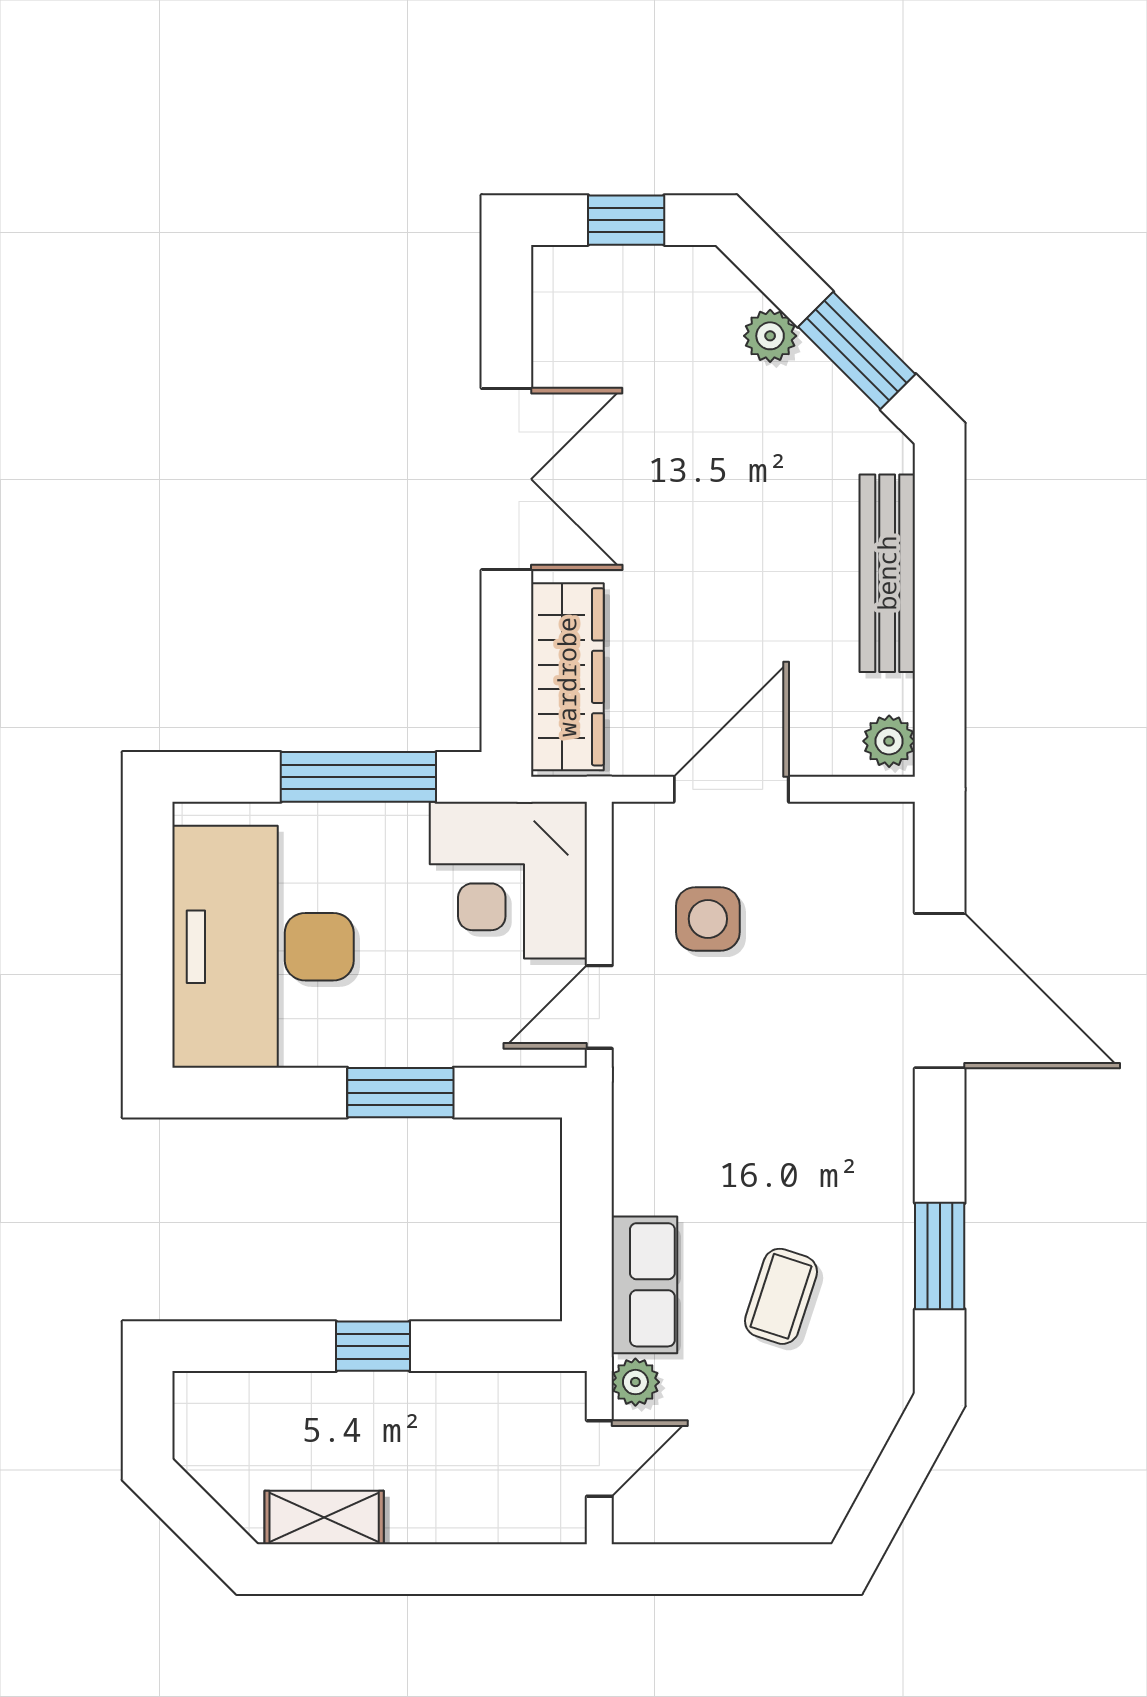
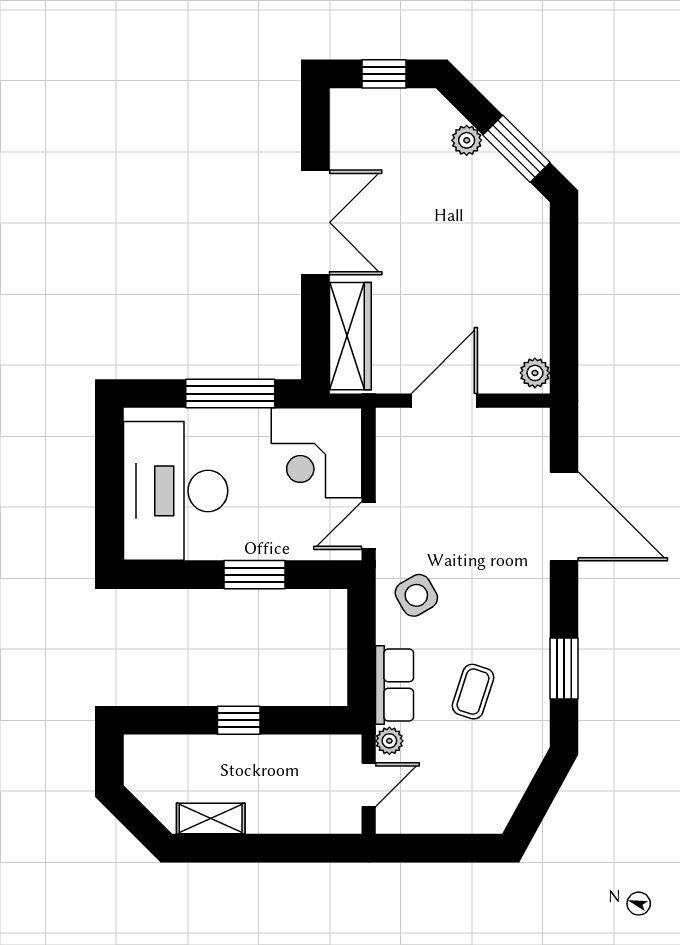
bench: (887, 573) -> (534, 277), removed
side table: (708, 919) -> (416, 595), moved, turned -30

